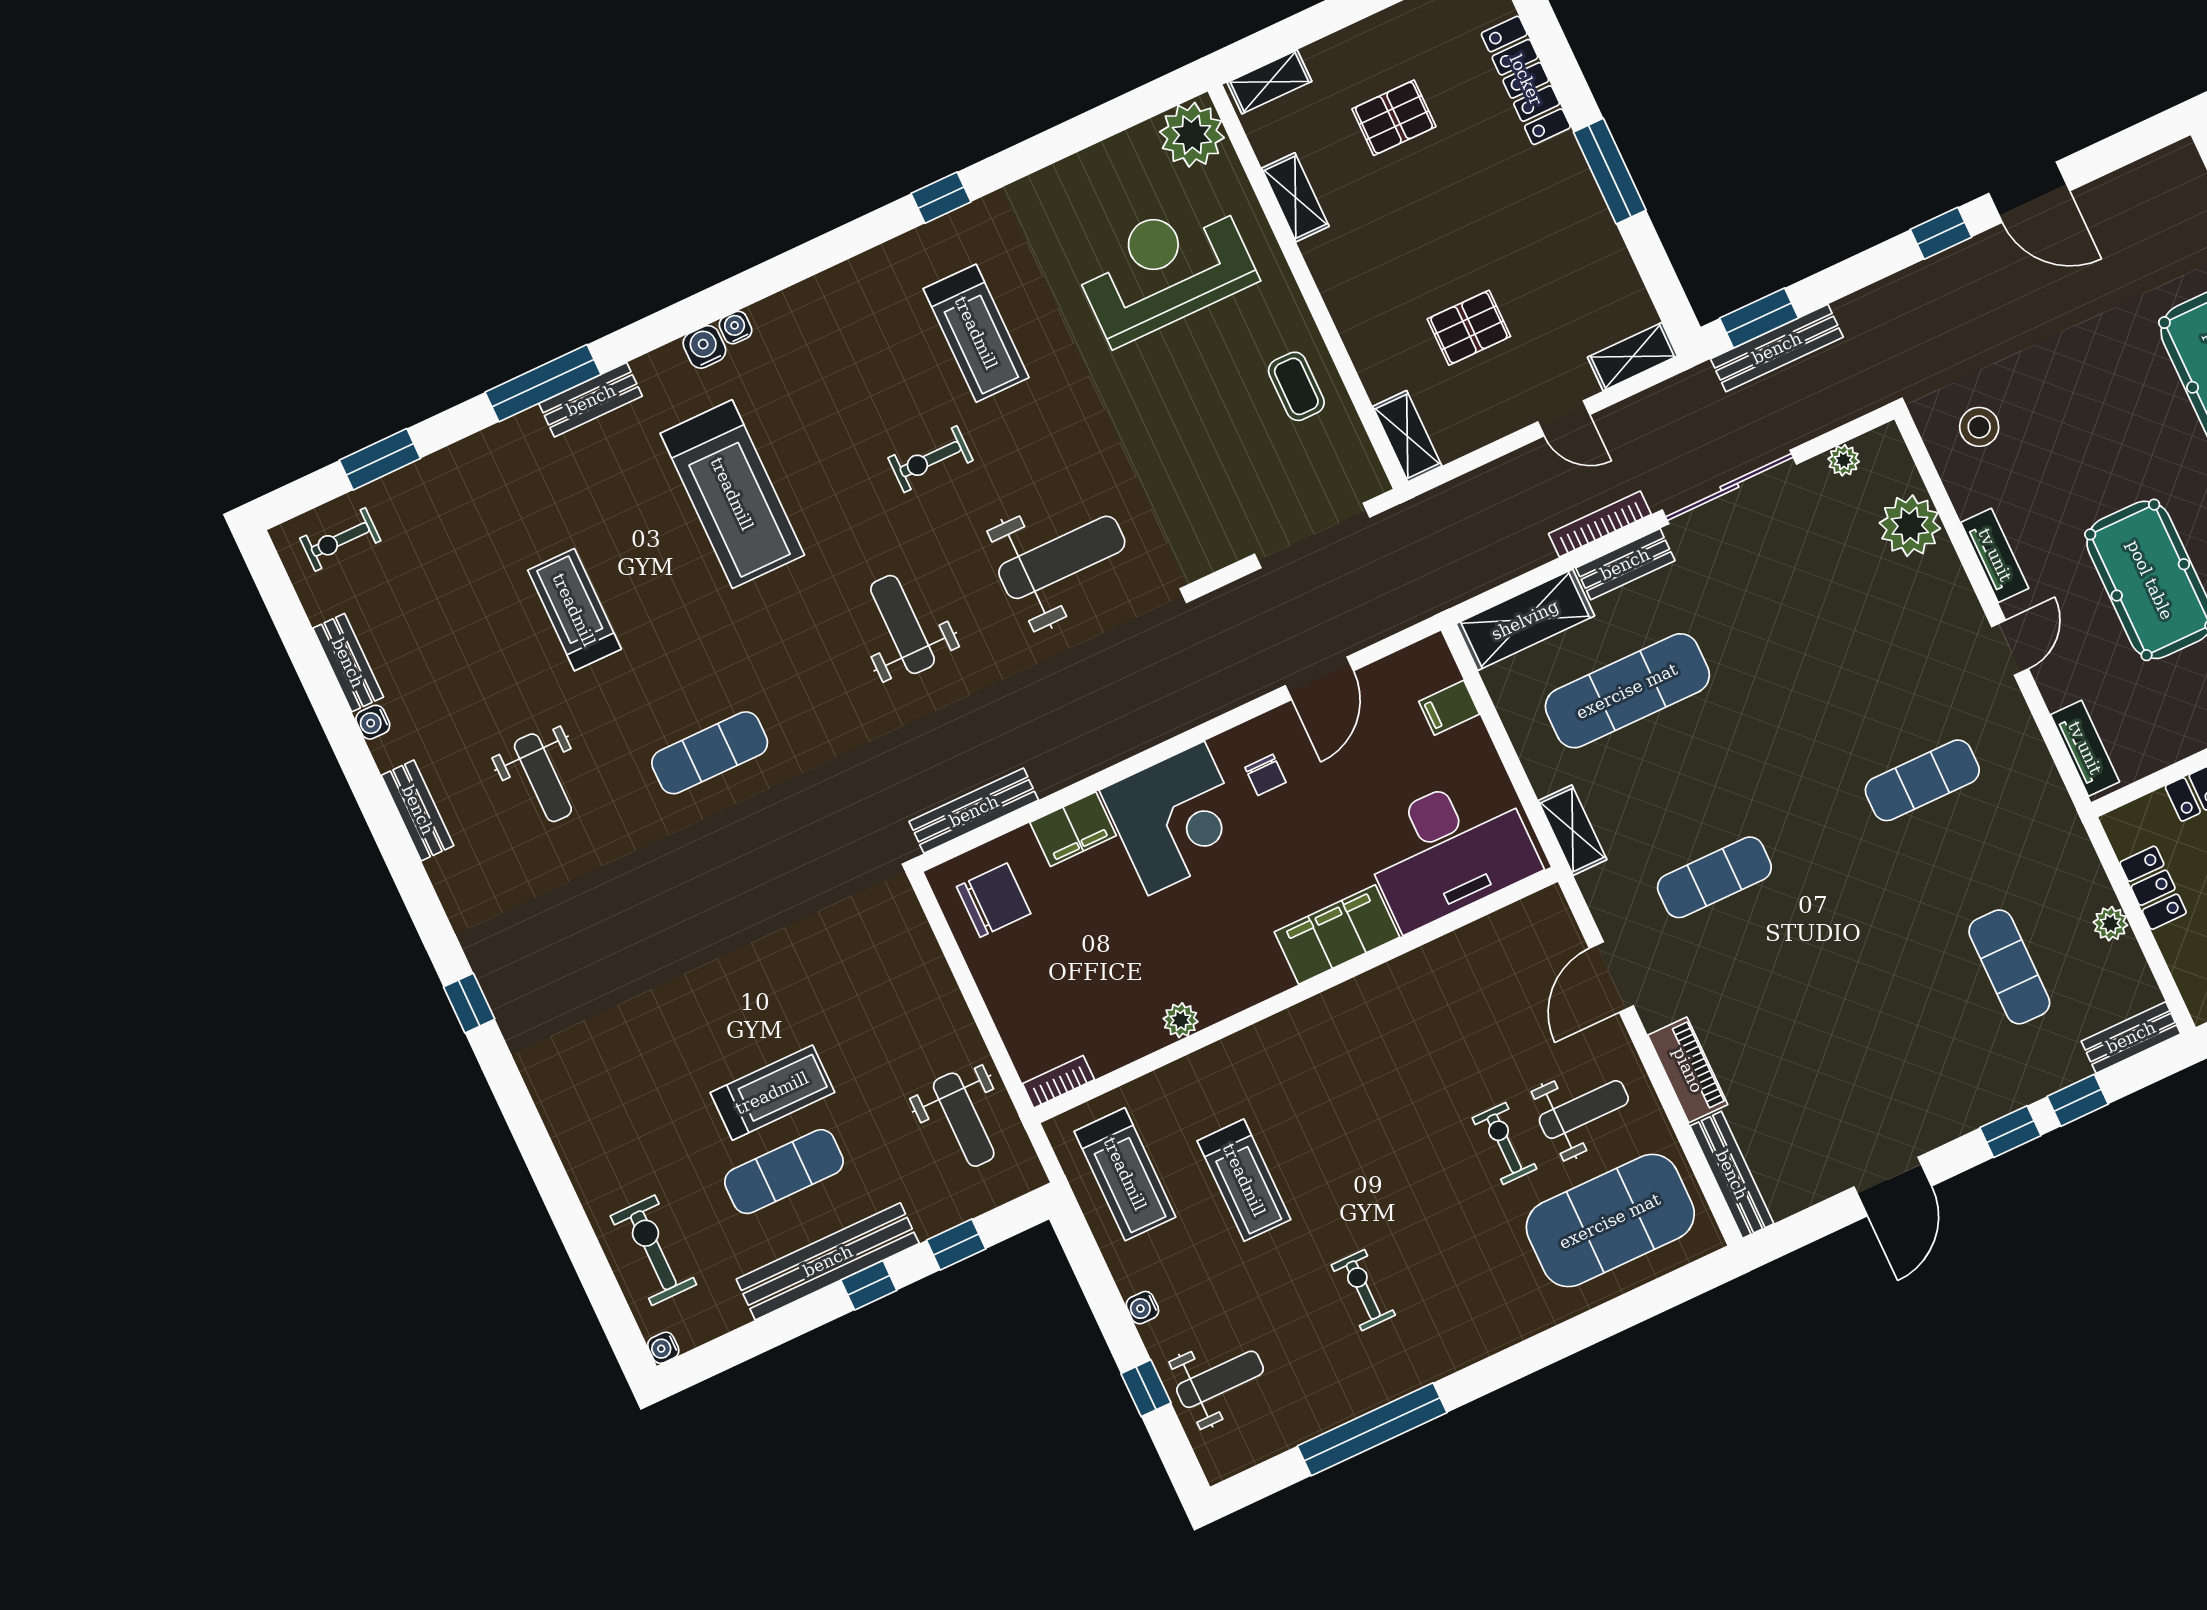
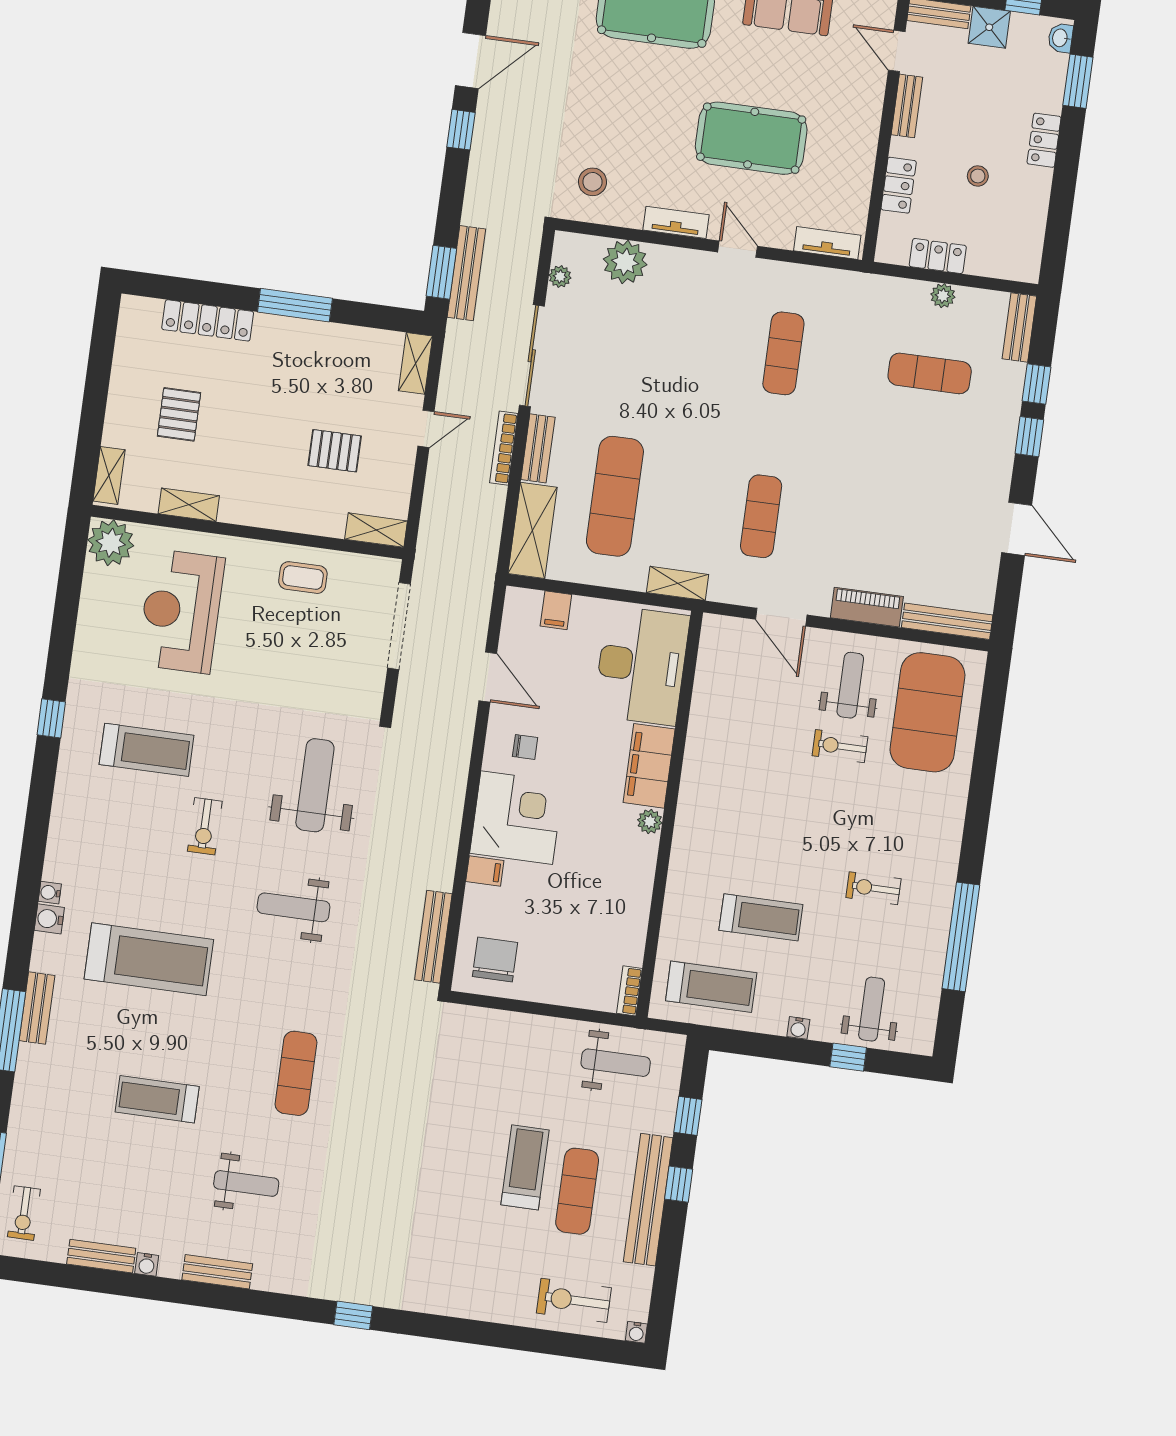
pallet: (1469, 328) -> (335, 451), turned 90
filing cabinet: (1073, 829) -> (485, 871), width x0.50
plant: (1181, 1020) -> (650, 821), moved

